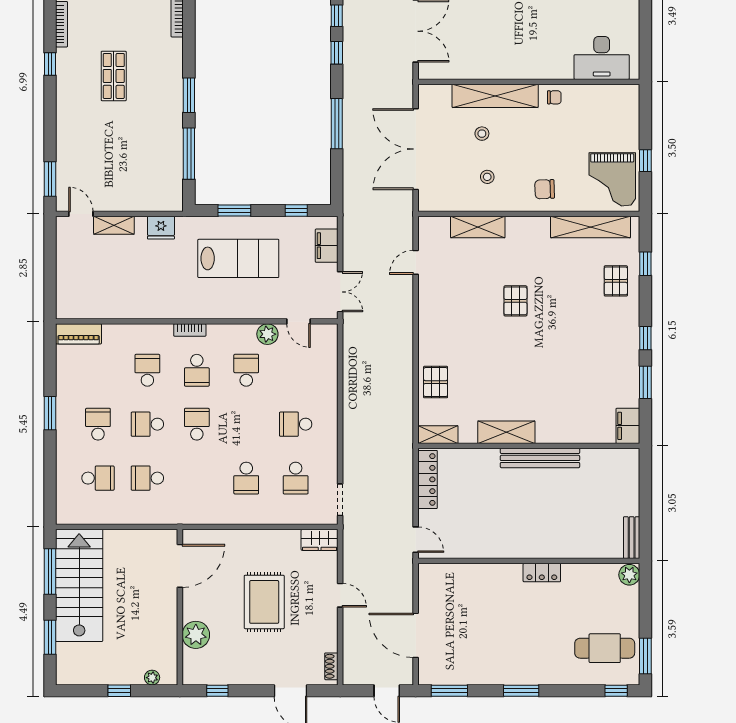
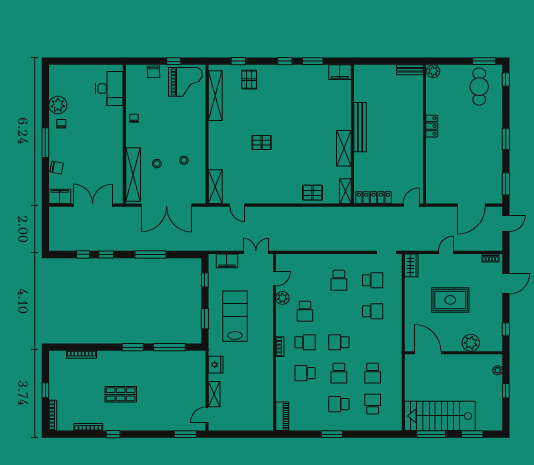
shelving: (495, 96) -> (133, 174), moved
chair: (545, 189) -> (154, 72), moved
shelving: (478, 227) -> (215, 187), moved
pallet: (616, 281) -> (249, 80), turned 90
school desk: (246, 370) -> (305, 311), turned -90

